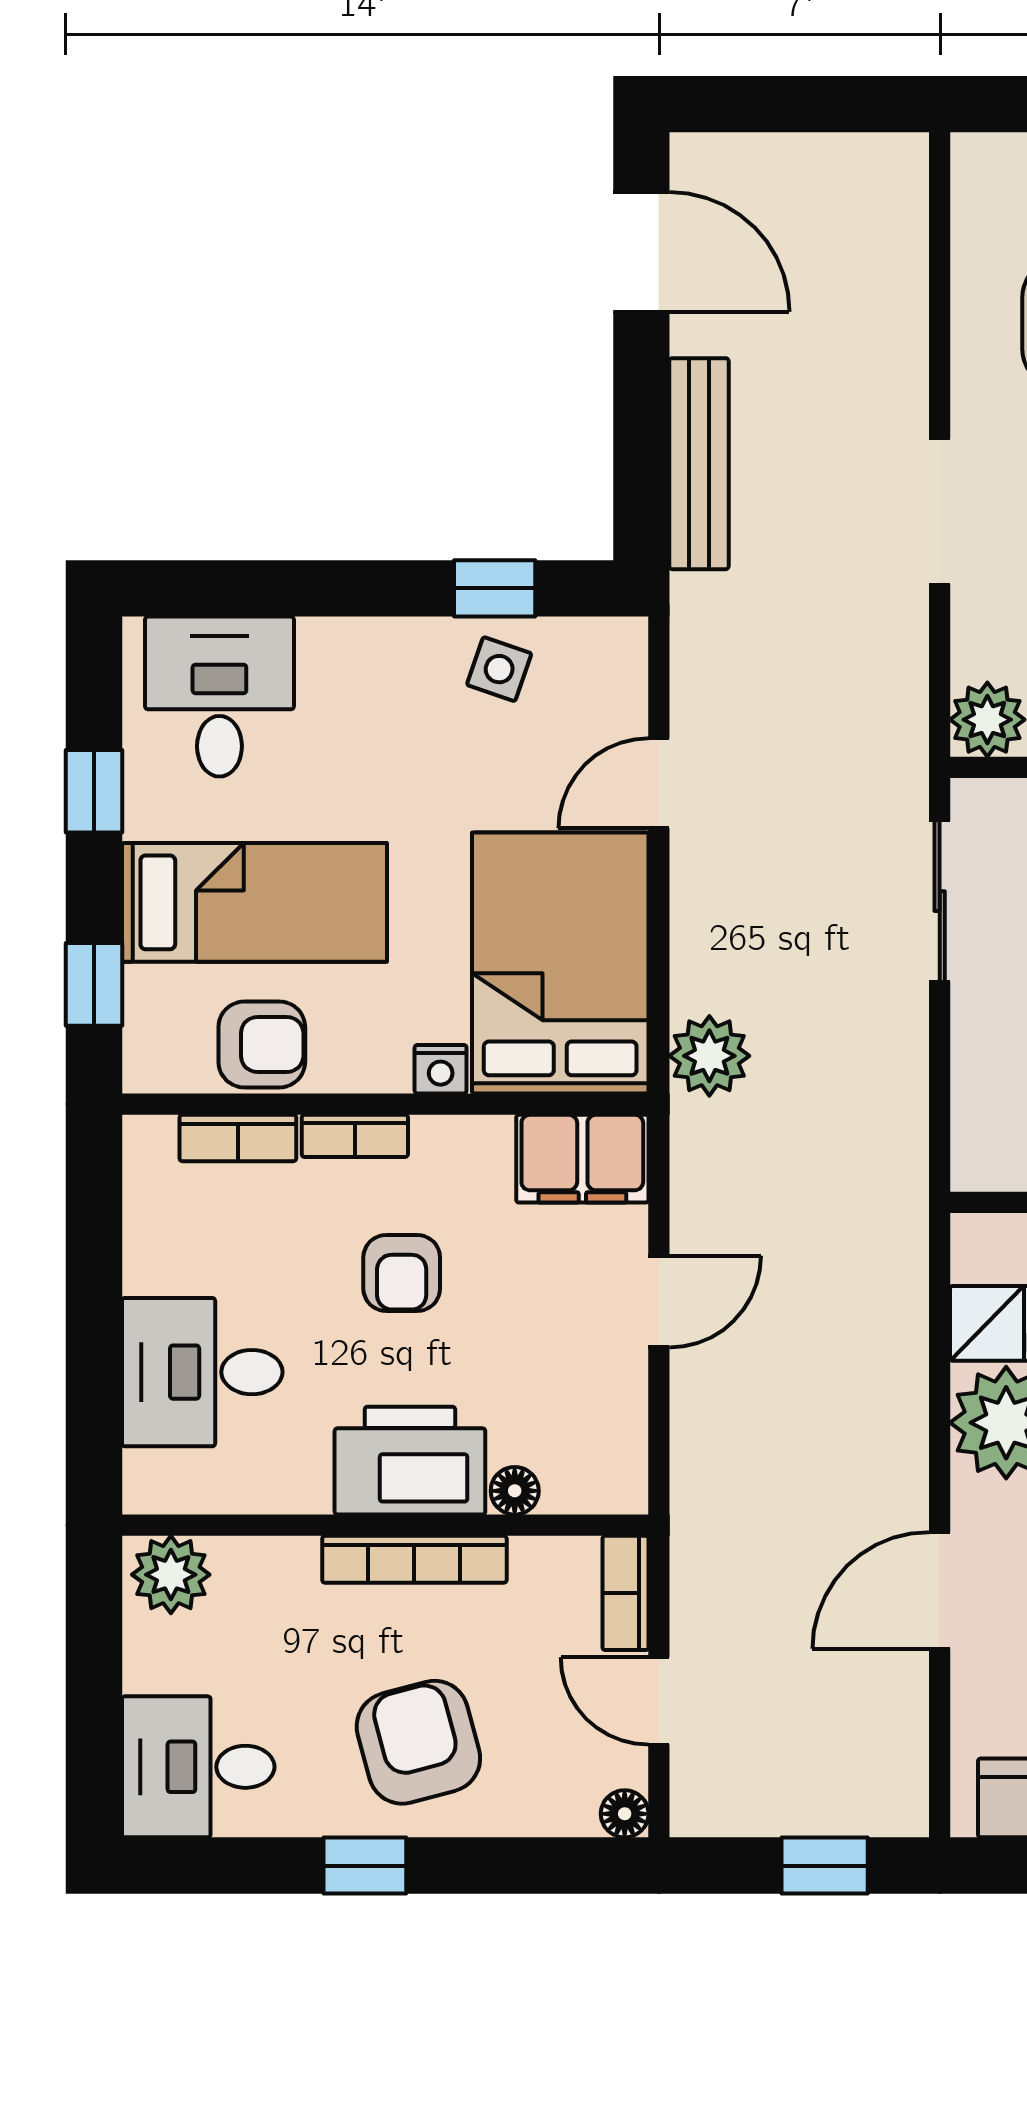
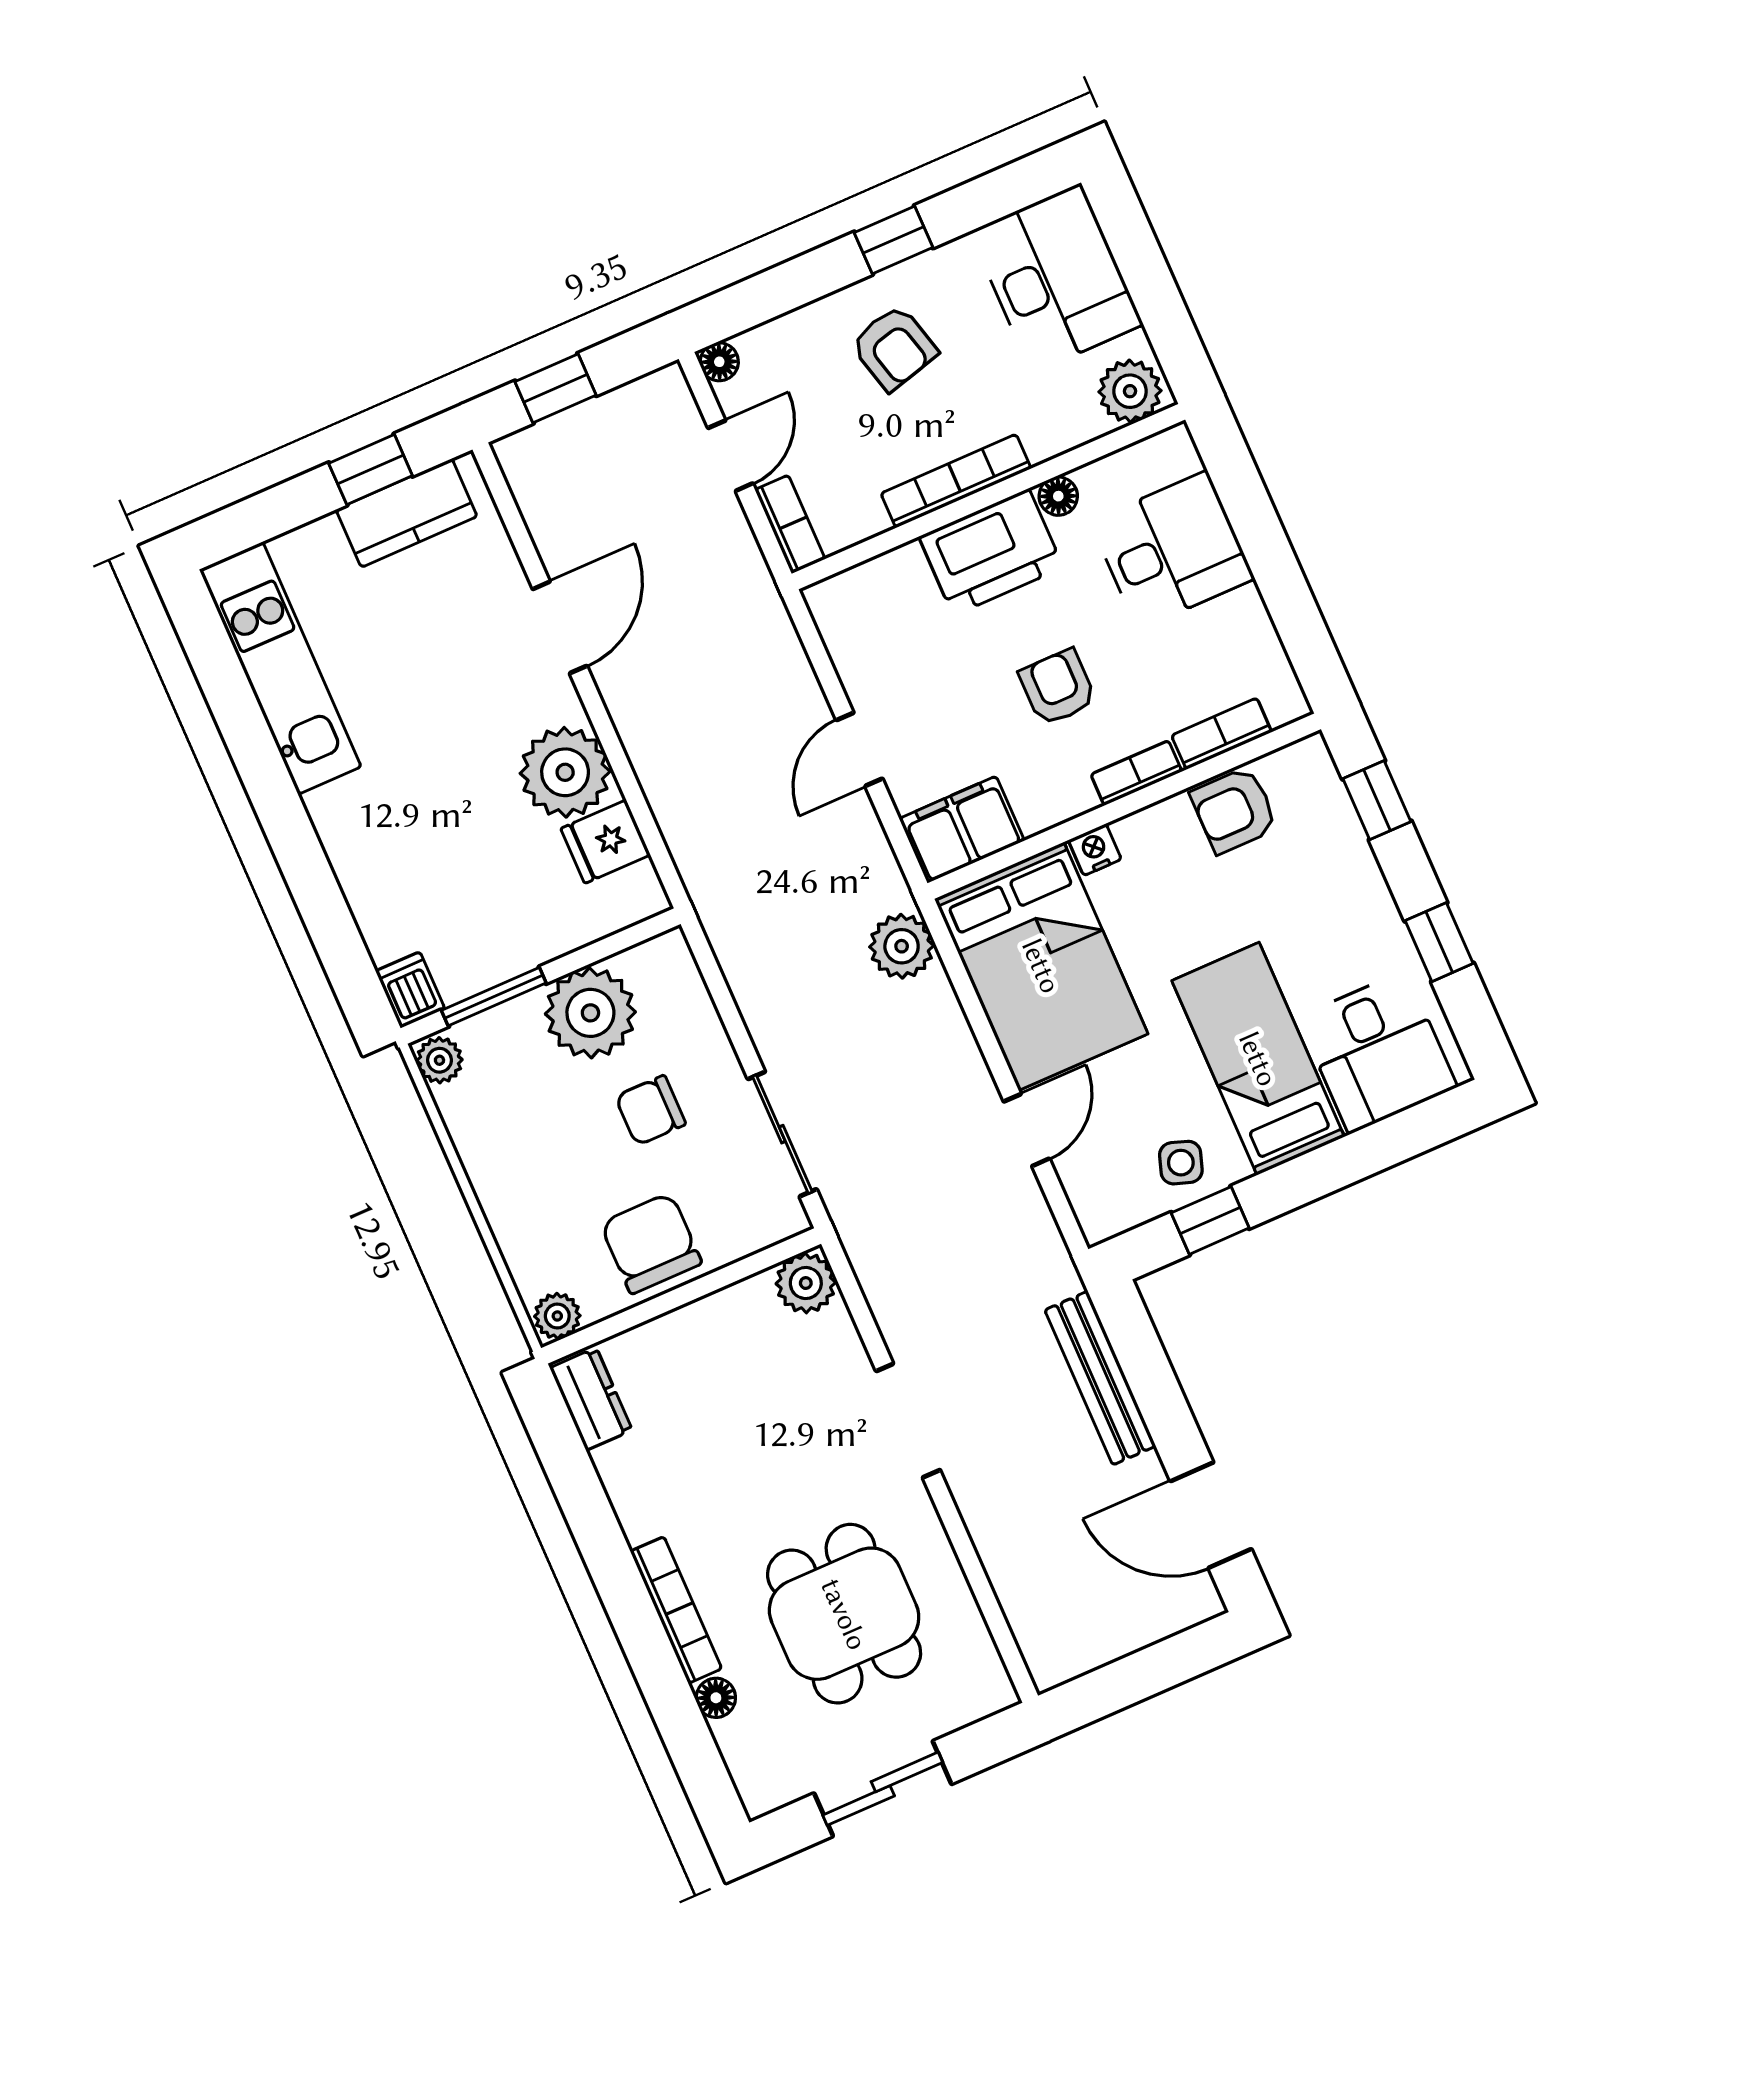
bed: (254, 902) -> (1258, 1059), moved, turned 90
floor lamp: (515, 1491) -> (1058, 496), moved
door: (659, 1701) -> (731, 456), hinge flipped
armchair: (418, 1742) -> (894, 348), width x0.72, depth x0.72
desk: (198, 1767) -> (1056, 278), width x1.37

